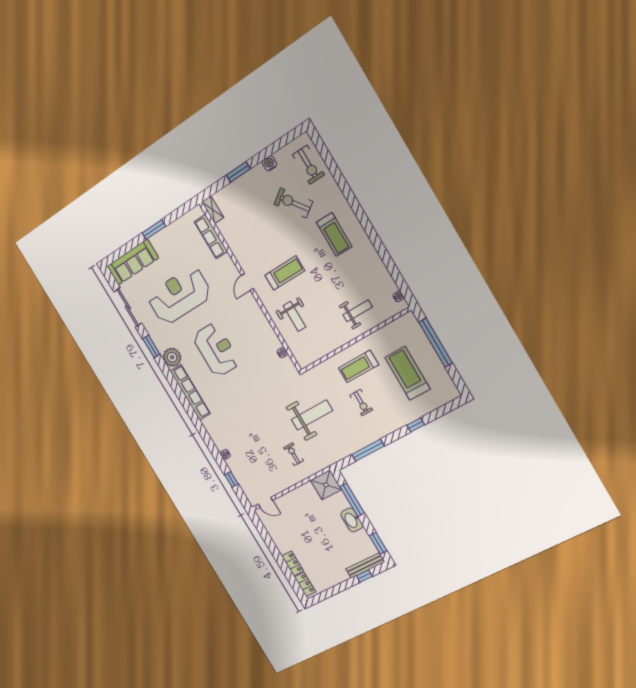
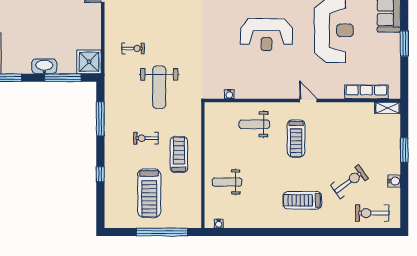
weight bench: (358, 311) -> (227, 182), turned 90
treadmill: (407, 373) -> (149, 193), turned 90

